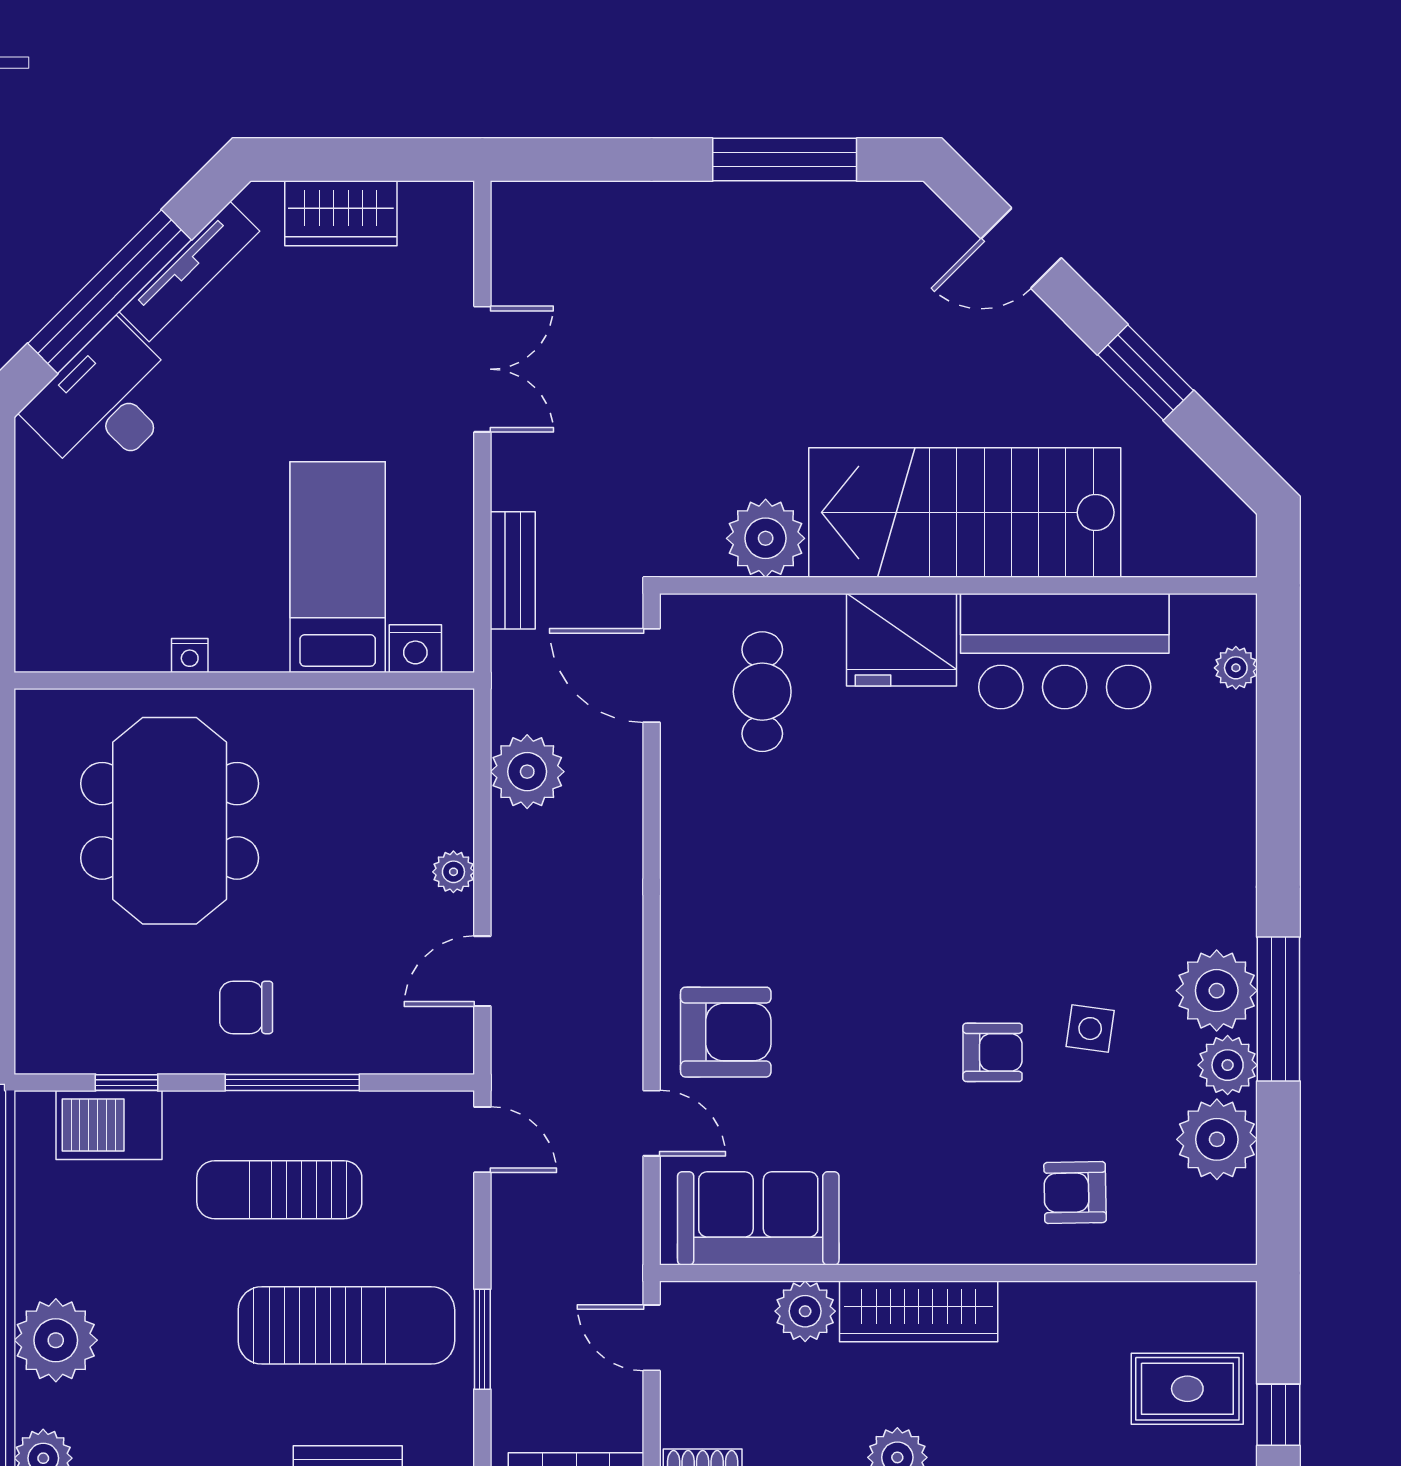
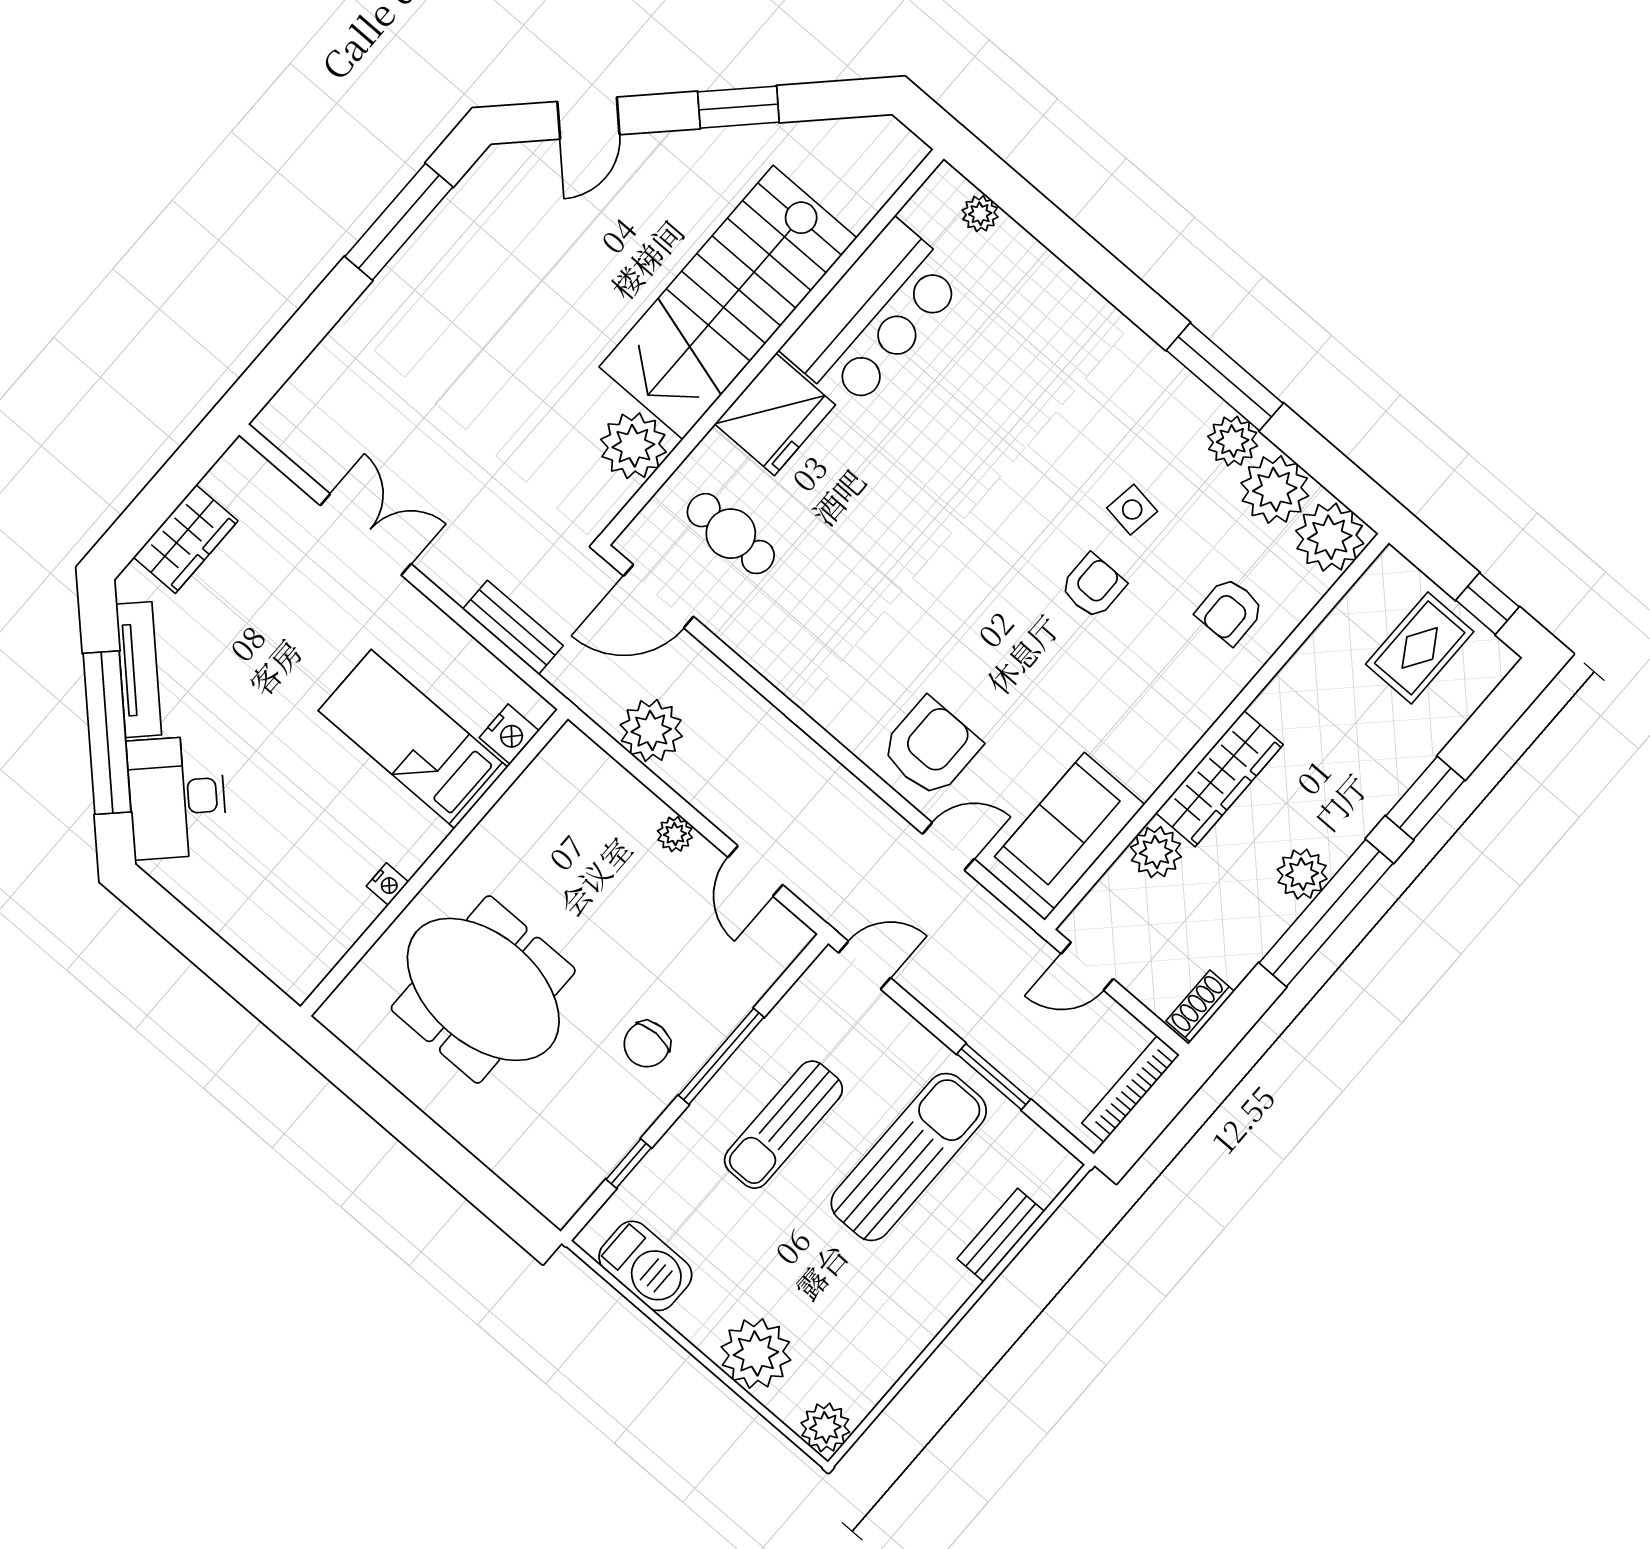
plant: (1217, 991) -> (1330, 537), moved
barbecue: (109, 1125) -> (645, 1266), moved, turned -90

